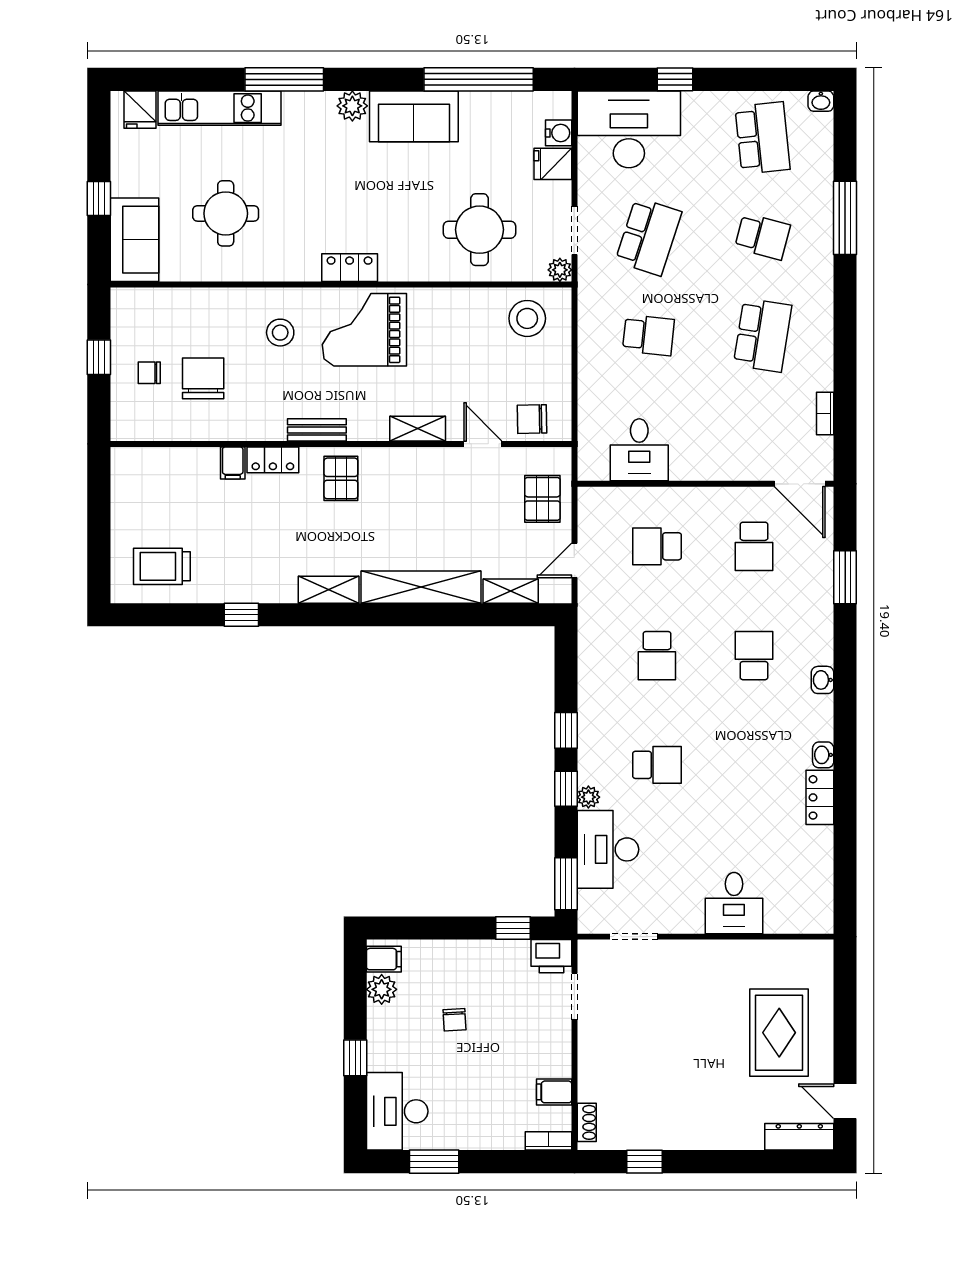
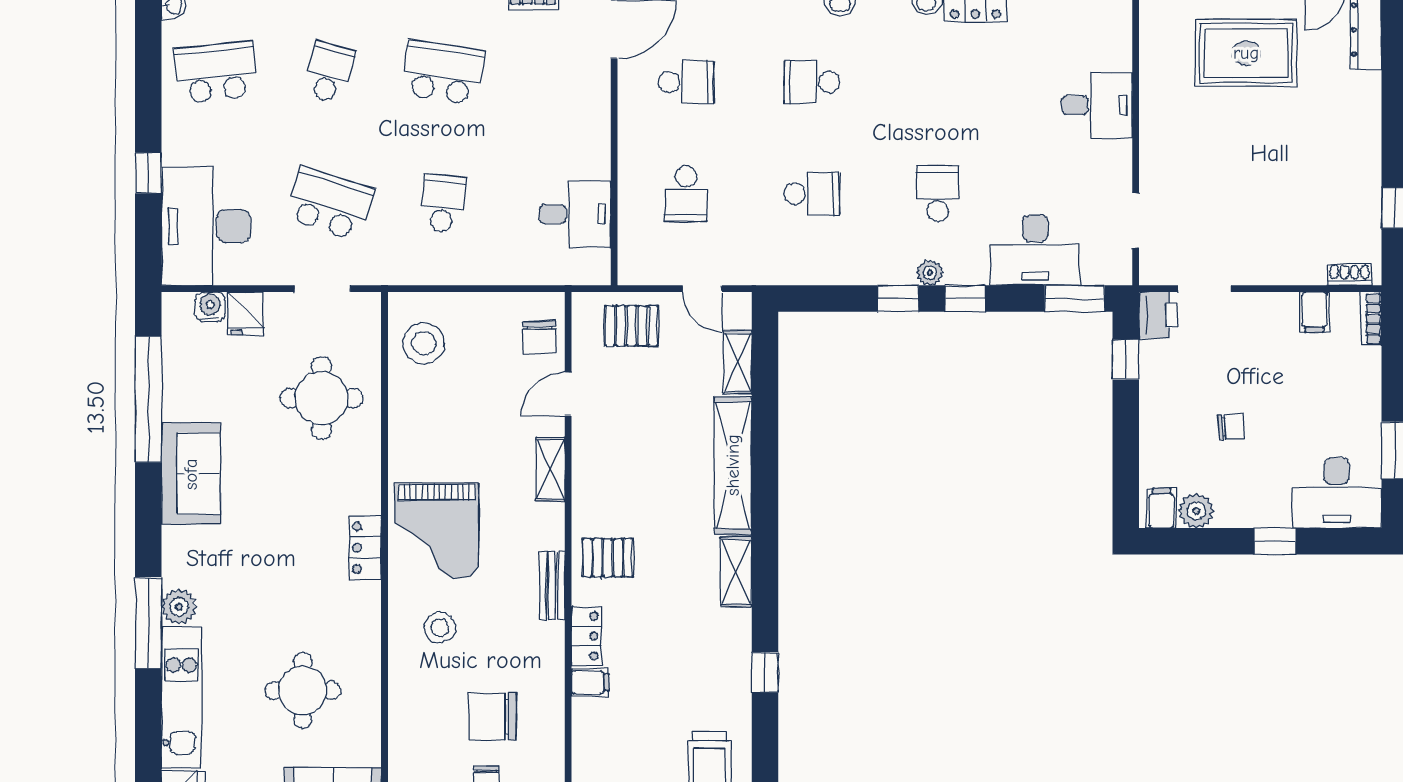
plant: (352, 106) -> (179, 607), moved
plant: (560, 270) -> (368, 306), removed
plant: (588, 797) -> (930, 273), moved

